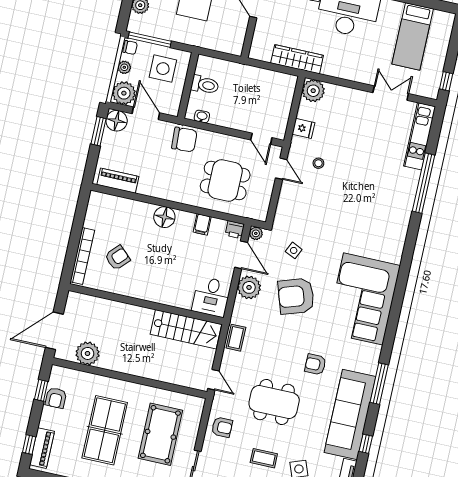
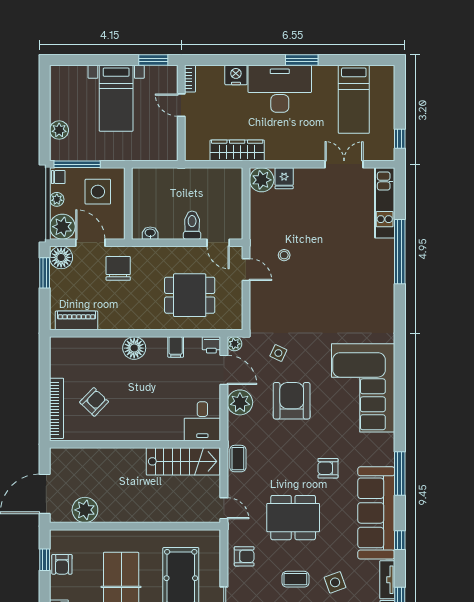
toilet: (205, 85) -> (192, 225), moved, turned -90
fridge: (303, 128) -> (284, 178), moved, turned 90
chair: (184, 140) -> (118, 268), moved, turned -87
armchair: (296, 296) -> (292, 401), turned 108

